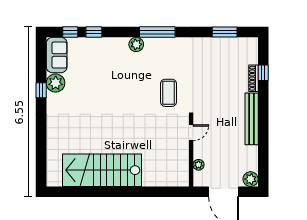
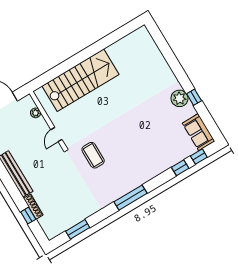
plant: (136, 44) -> (141, 178), removed
plant: (56, 83) -> (179, 98), moved
stairs: (102, 170) -> (80, 80), moved

